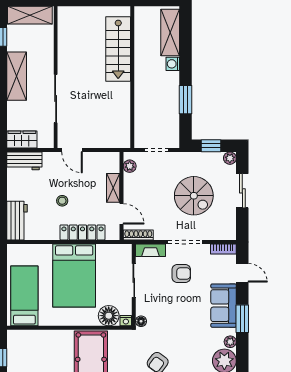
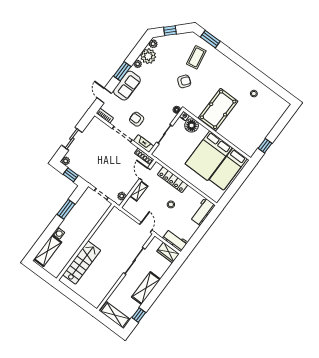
spiral stairs: (194, 196) -> (99, 155), removed
bed: (74, 275) -> (209, 156), moved, turned 180

